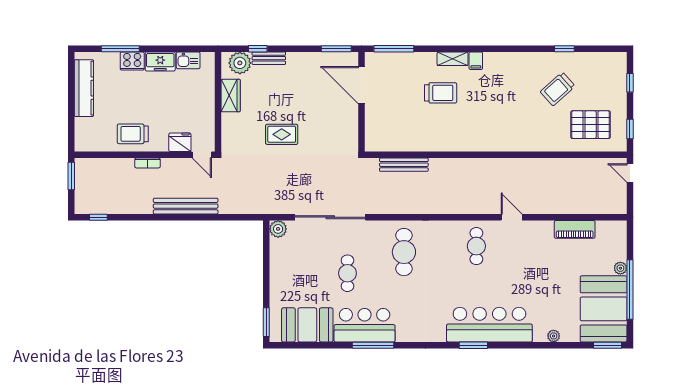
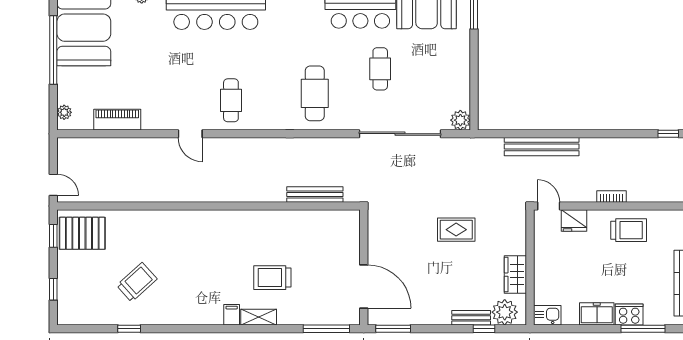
kitchen sink: (188, 60) -> (547, 315), moved
pallet: (591, 125) -> (82, 233), moved
bench: (186, 206) -> (542, 147), moved
plant: (620, 268) -> (64, 112), moved

